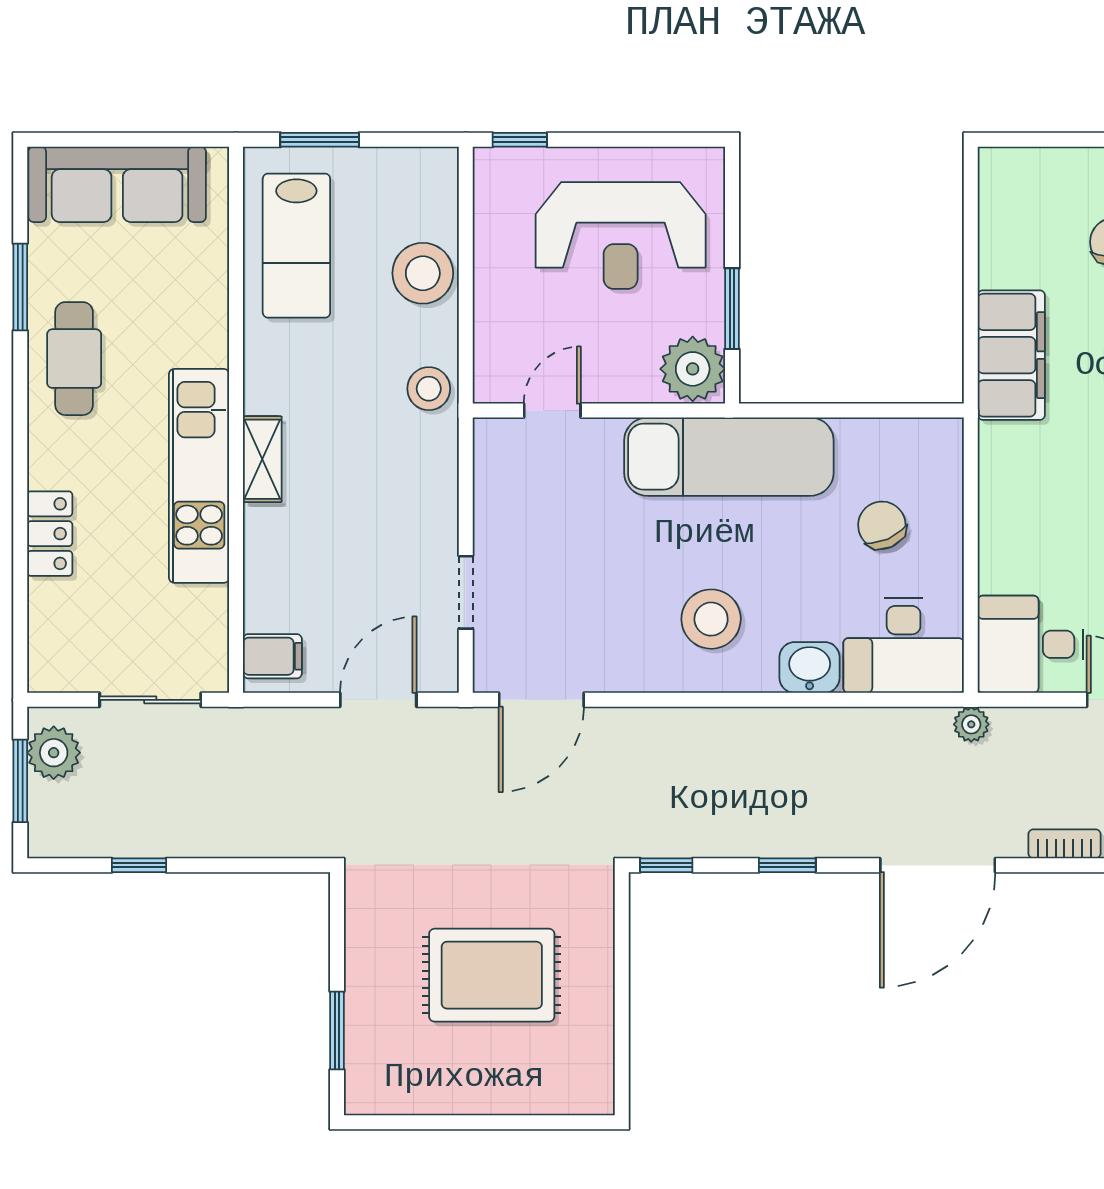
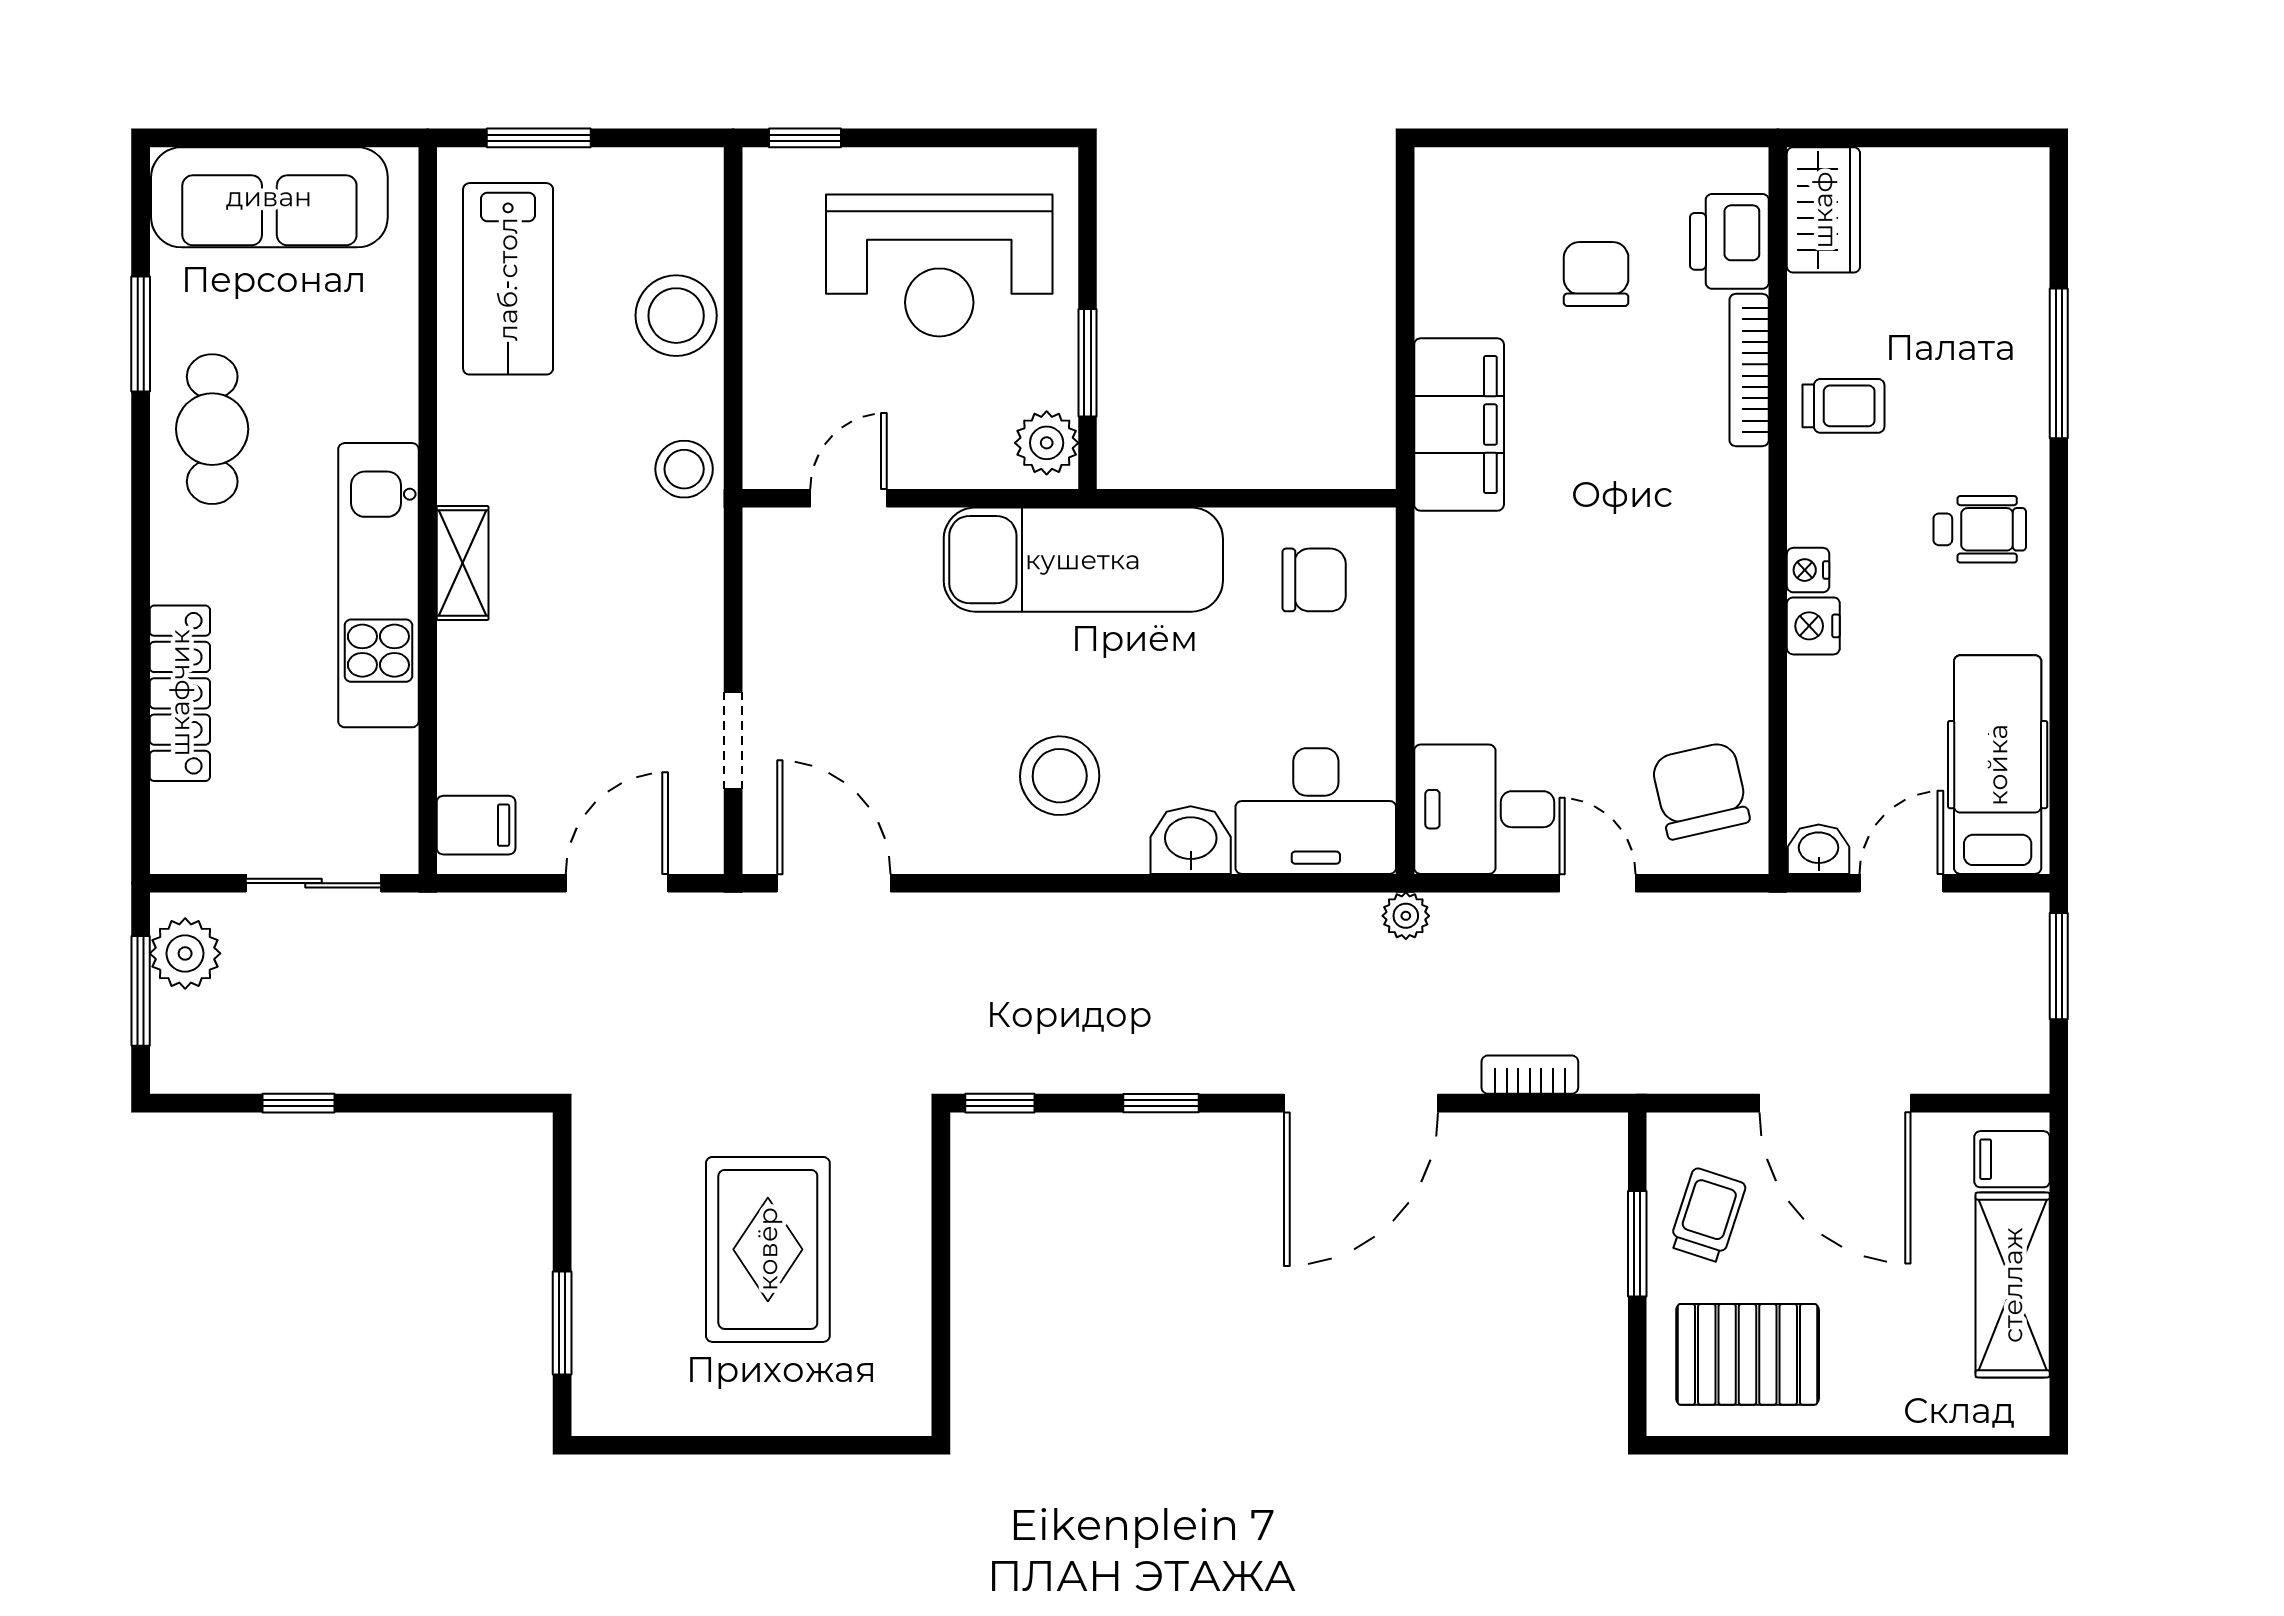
plant: (693, 369) -> (1047, 443), width x0.73, depth x0.73
chair: (882, 525) -> (1314, 580), moved, turned 114
locker: (50, 534) -> (180, 693), width x1.53
door: (541, 700) -> (834, 883), swing flipped
rug: (492, 975) -> (768, 1249), turned 90

